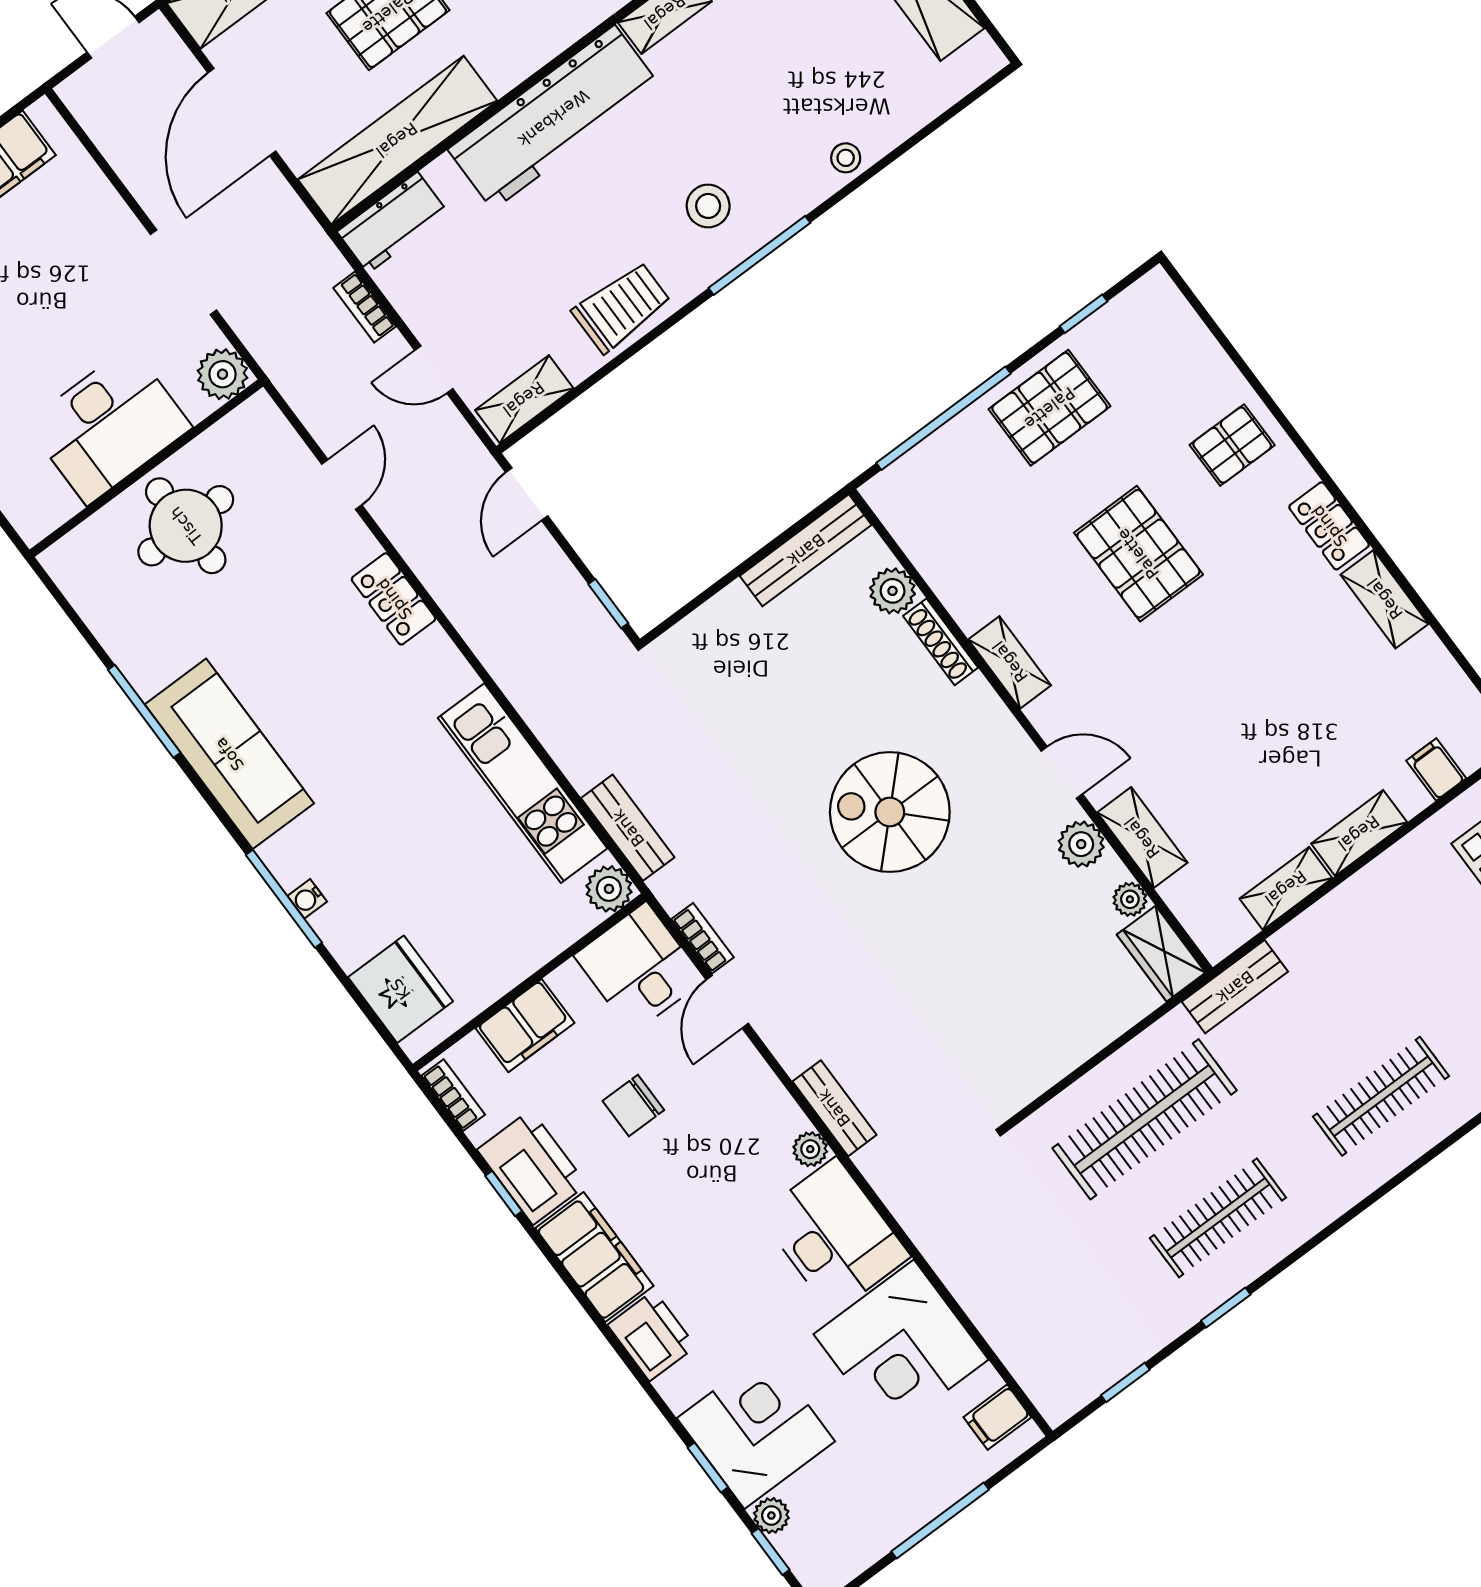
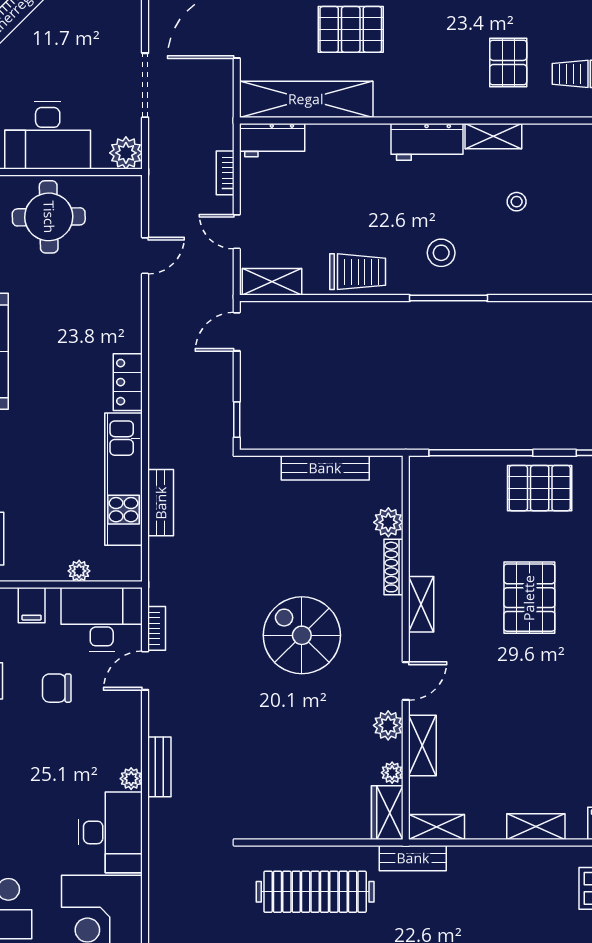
workbench: (554, 118) -> (427, 142), width x0.53, depth x0.76
stool: (846, 158) -> (517, 202), moved
bench: (806, 550) -> (325, 468), moved
locker: (394, 599) -> (128, 382), moved
door: (1062, 772) -> (406, 681), hinge flipped
bench: (628, 828) -> (161, 503), moved
shelving: (1286, 888) -> (437, 827), moved
plant: (609, 889) -> (79, 571), moved, width x0.73, depth x0.73
desk: (639, 968) -> (102, 619), width x1.37
filing cabinet: (525, 1026) -> (32, 605), width x0.50

